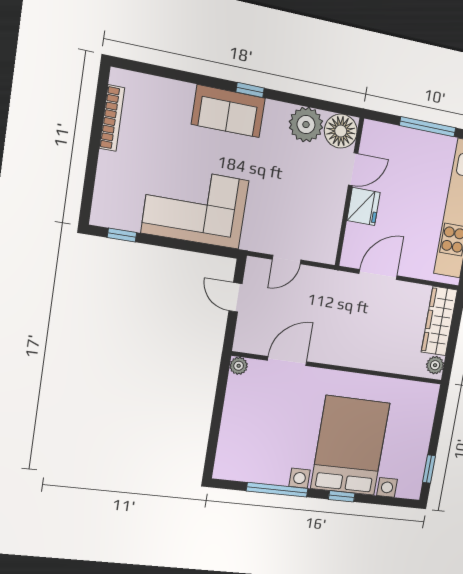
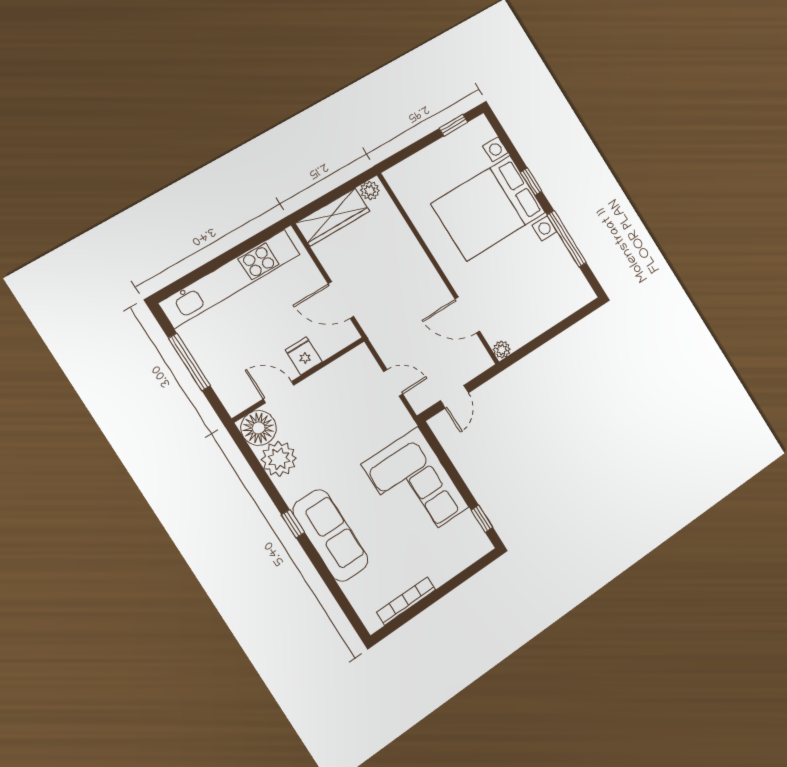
sofa: (228, 111) -> (330, 535), width x1.36
fridge: (363, 207) -> (304, 356), width x0.72

